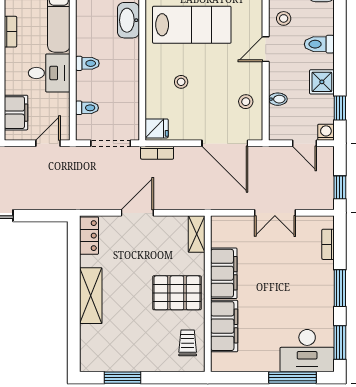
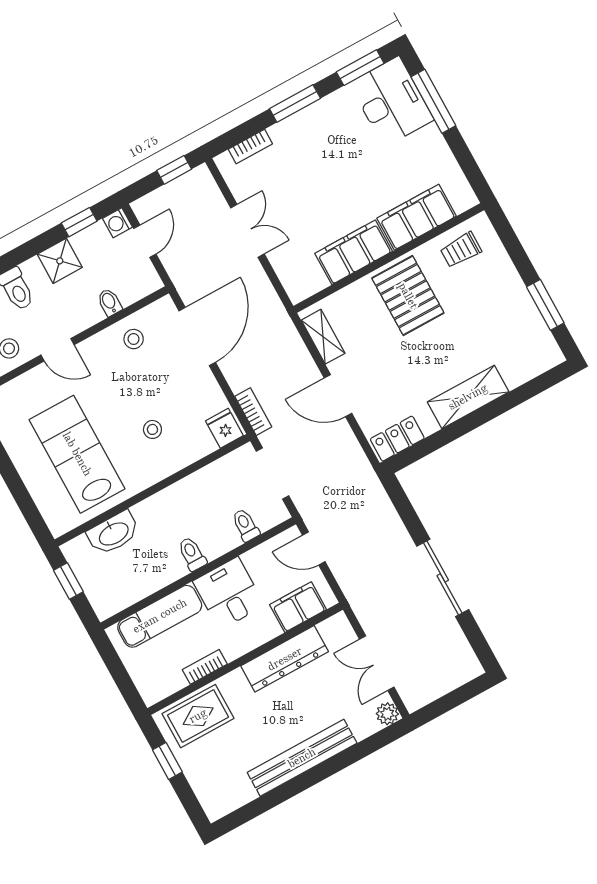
shelving: (197, 234) -> (323, 337), moved, turned 90

